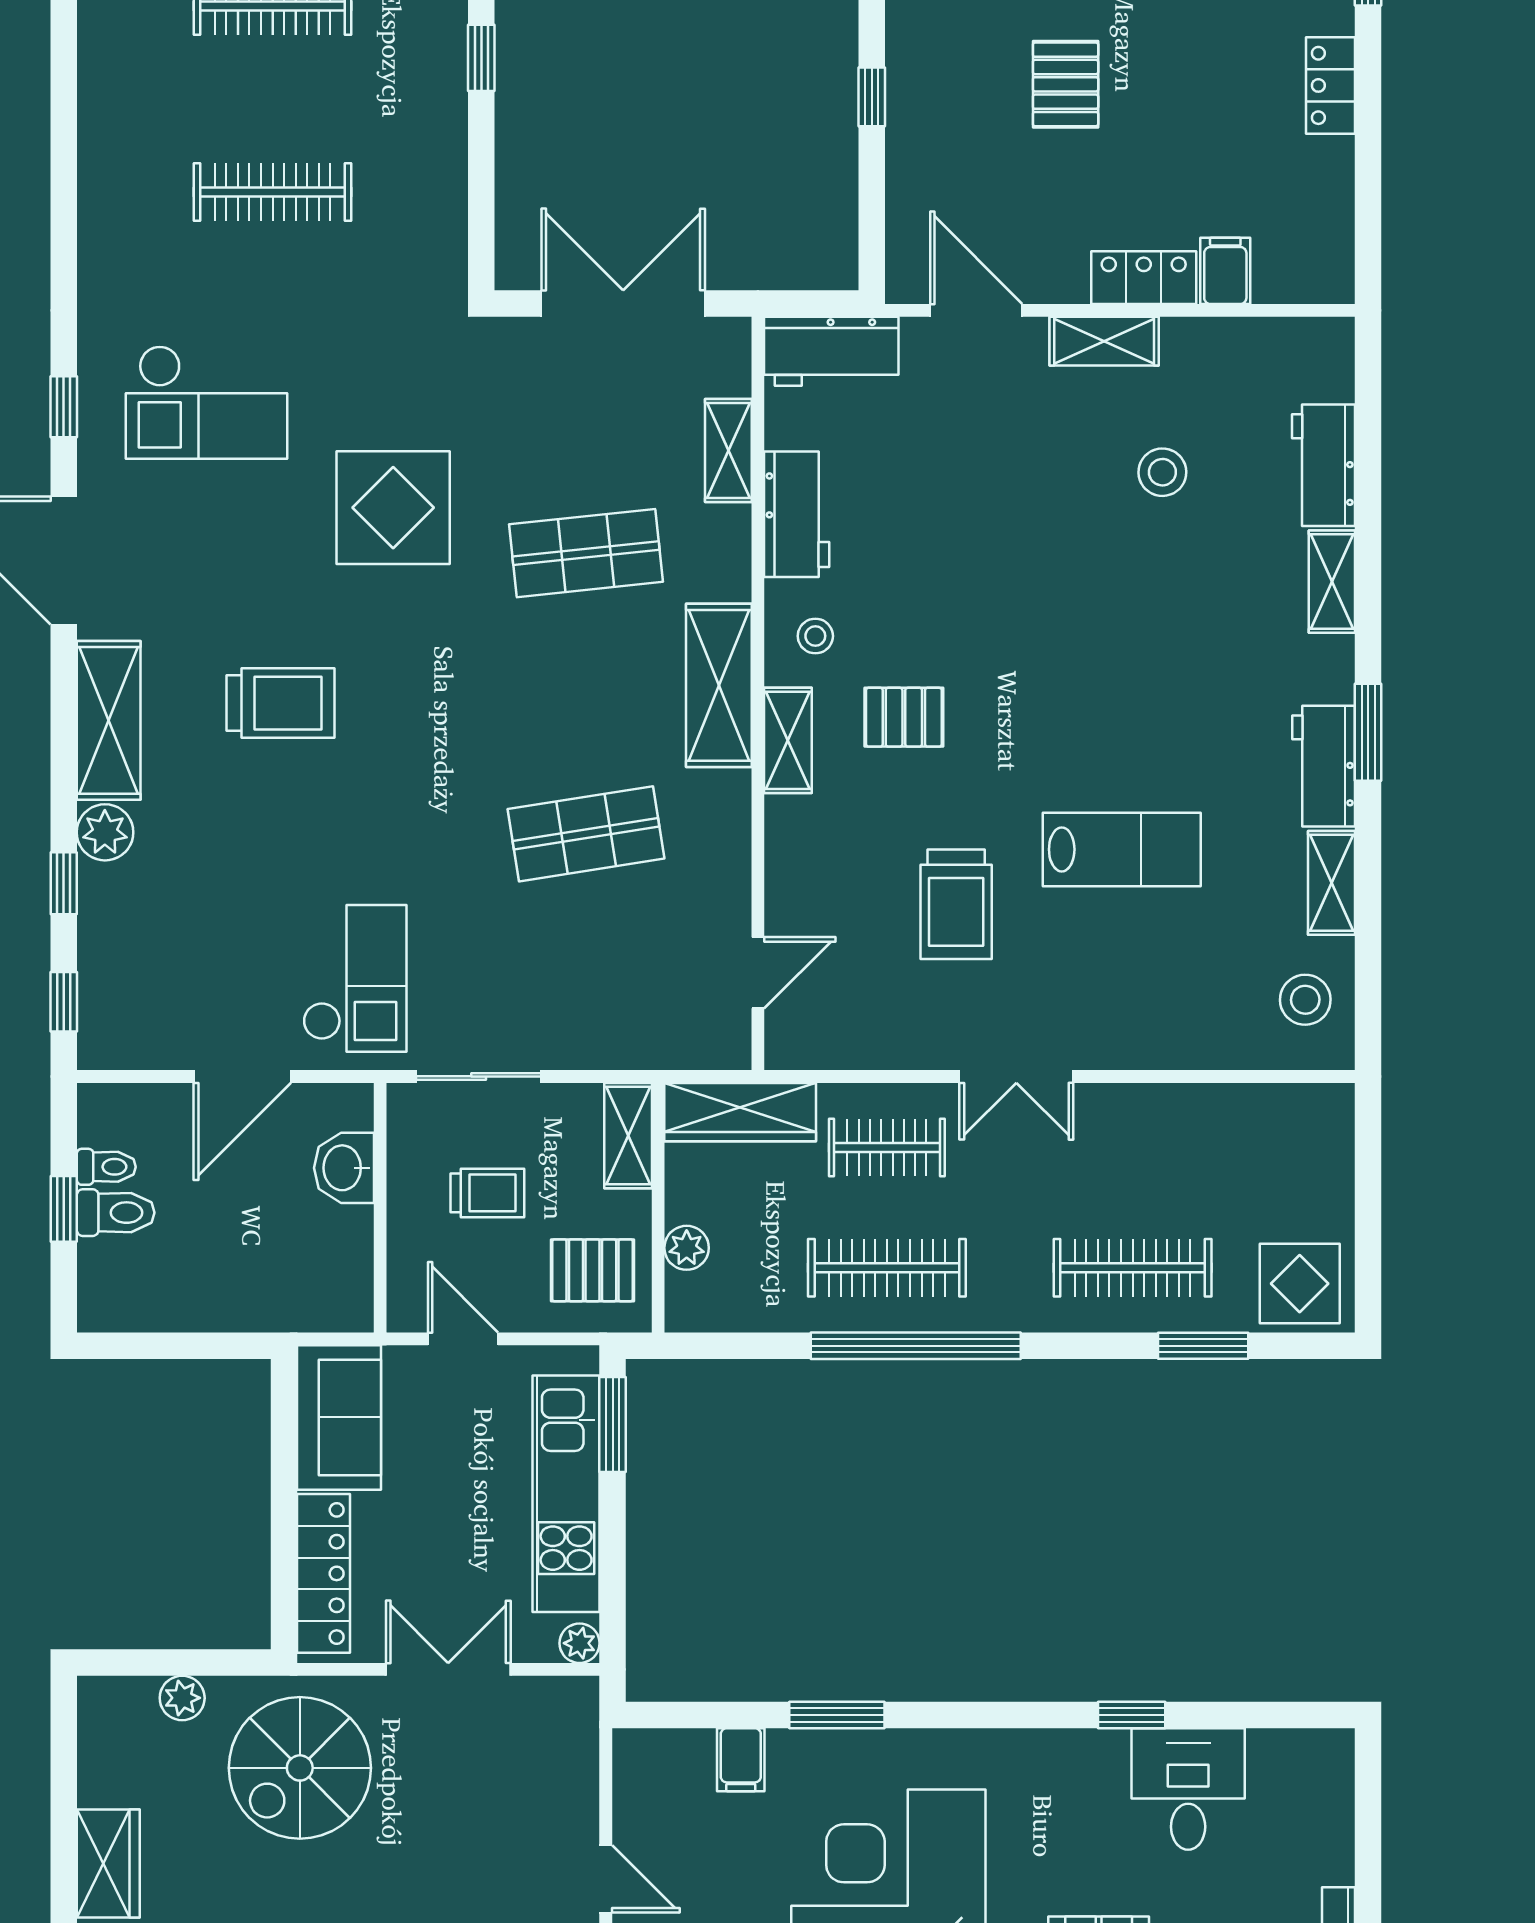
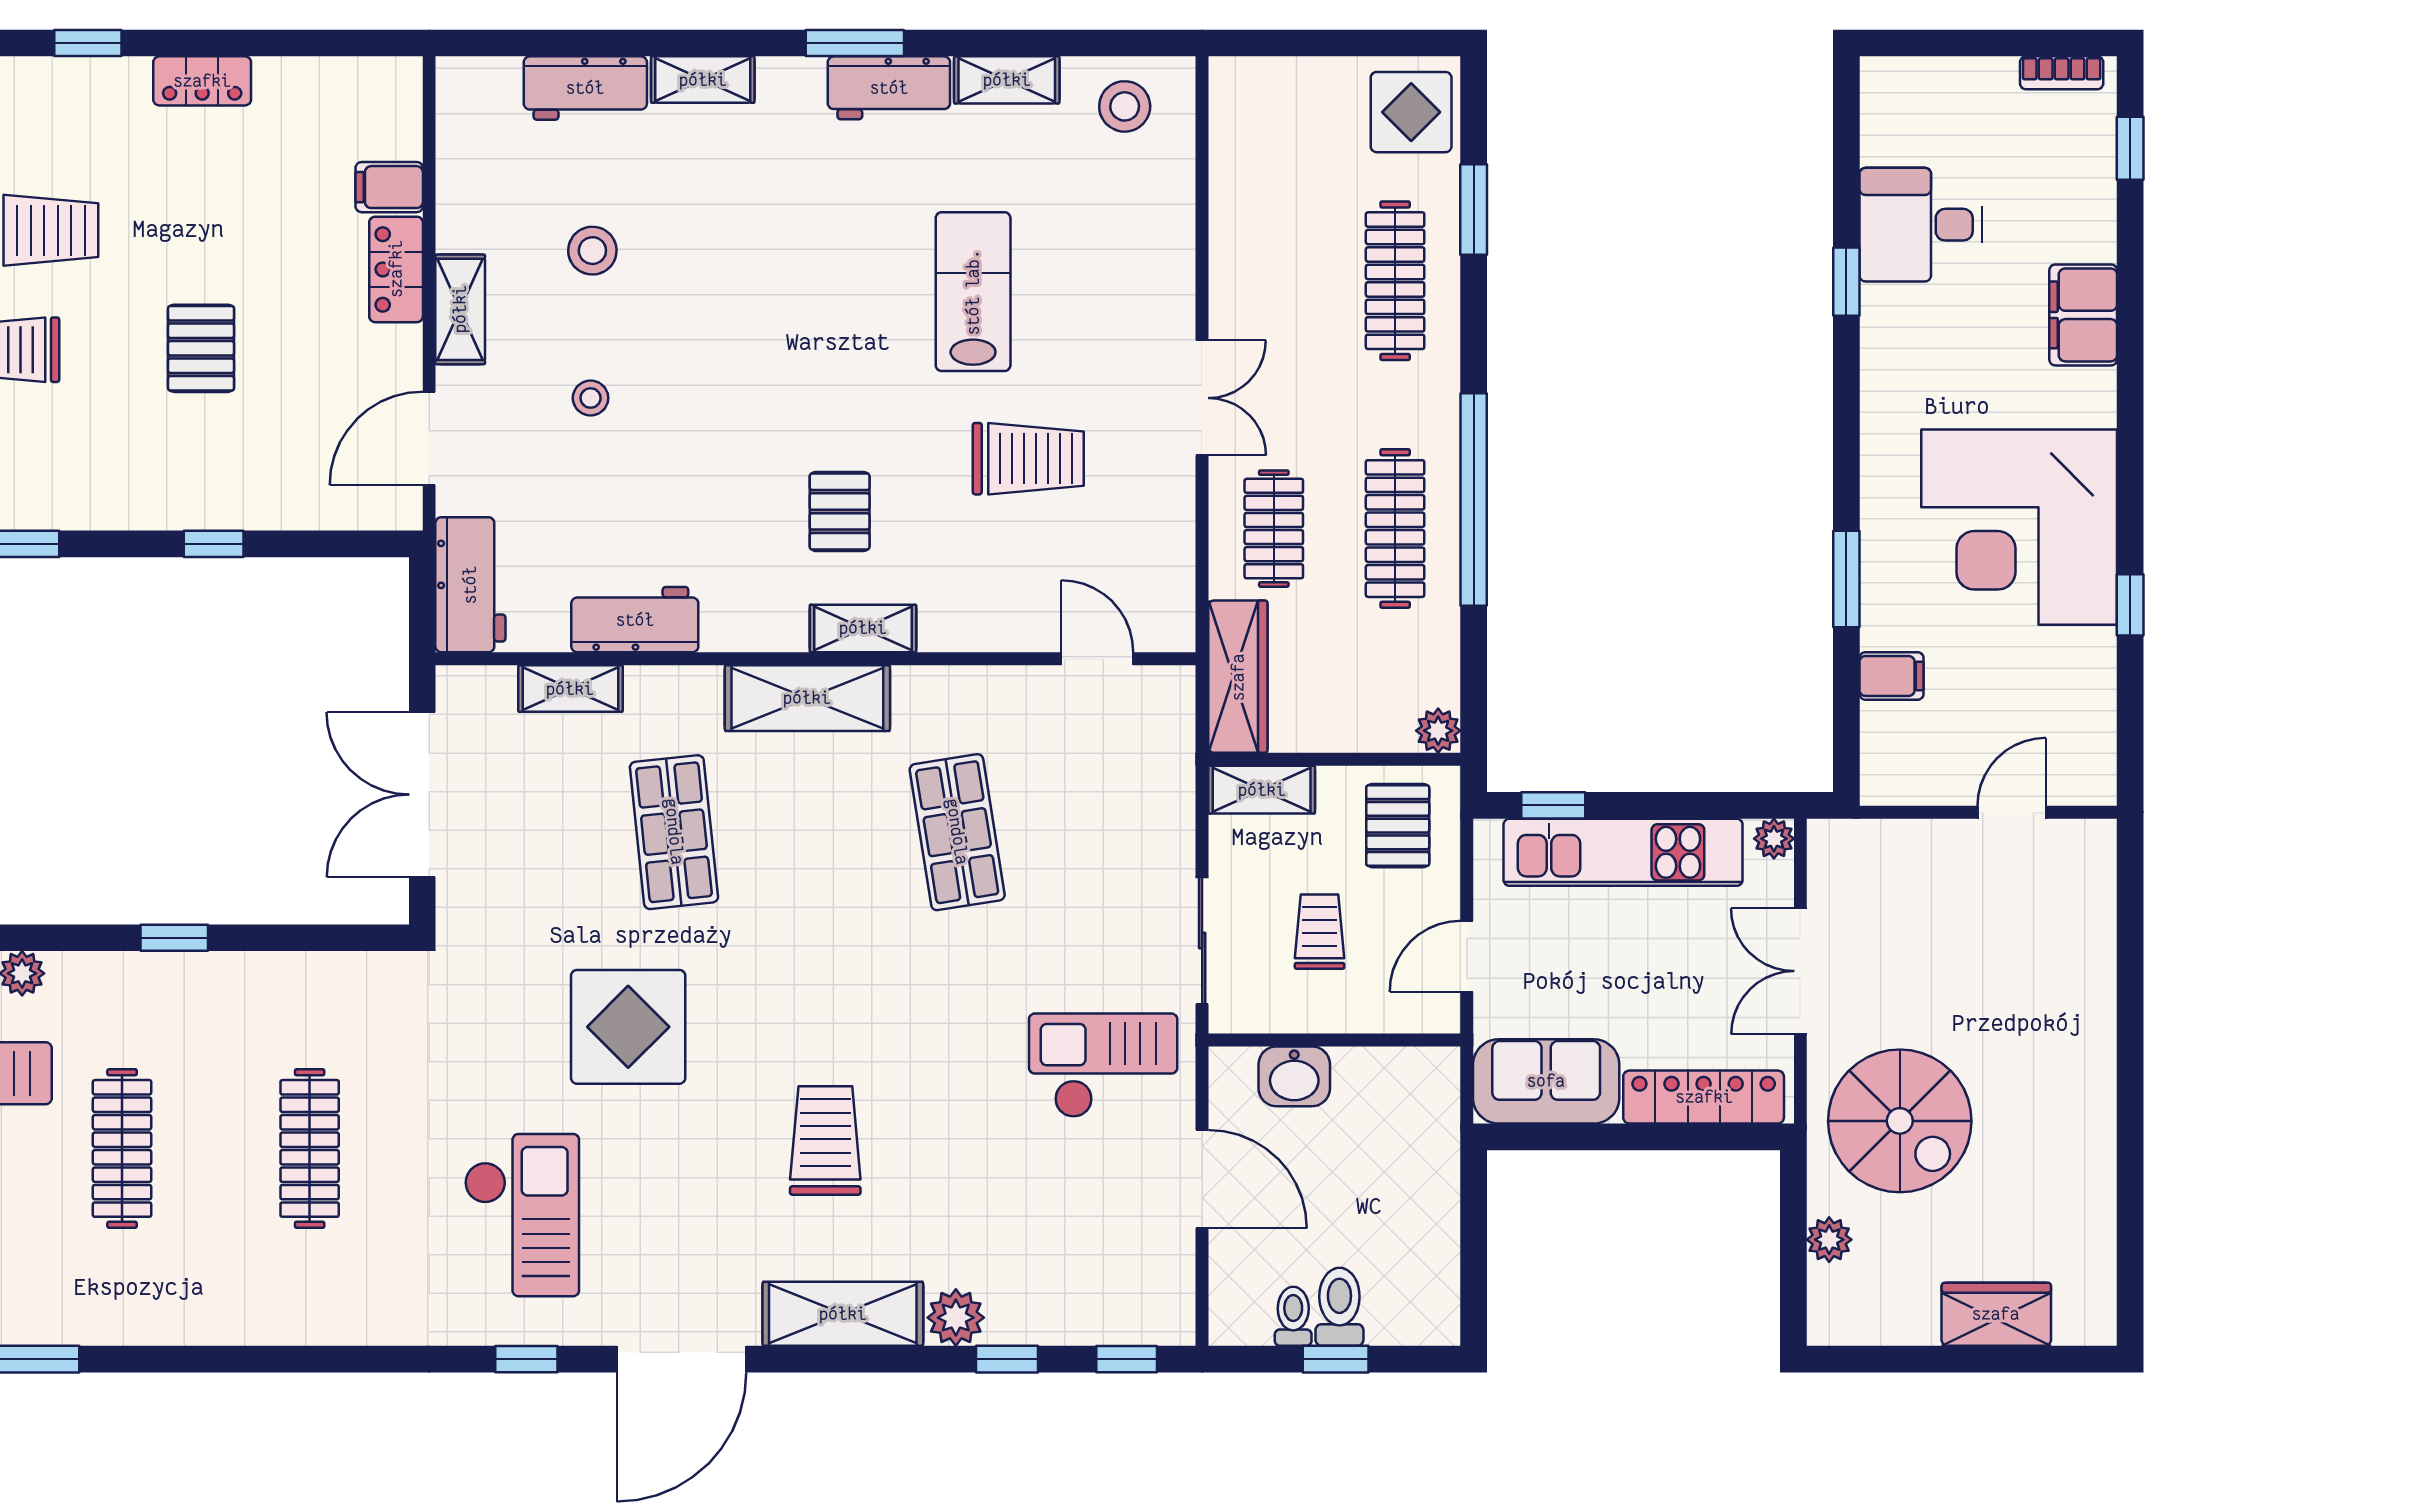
pallet: (1066, 84) -> (201, 348), turned 90
stool: (815, 636) -> (591, 398), moved
plant: (687, 1248) -> (1438, 731), moved
window: (613, 1424) -> (1553, 805), width x0.67

